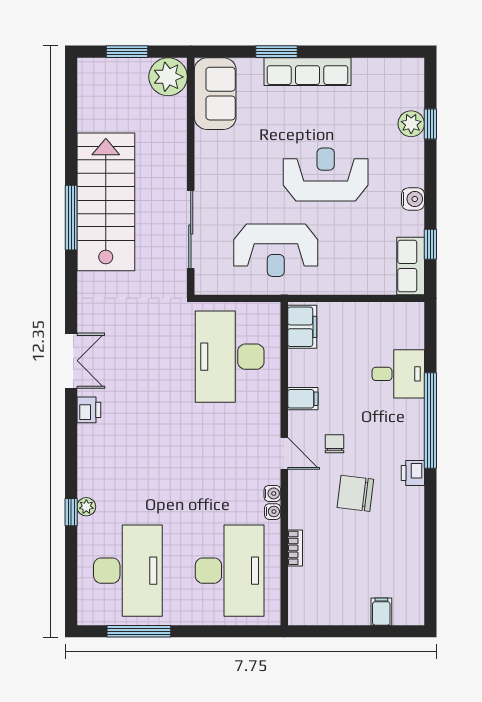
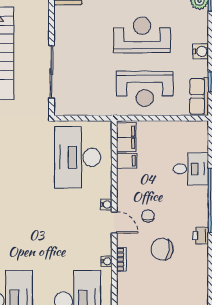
reception desk: (276, 250) -> (145, 89), moved
filing cabinet: (303, 399) -> (127, 161), moved
water cooler: (272, 493) -> (106, 204), moved
bookcase: (295, 548) -> (121, 259), moved

